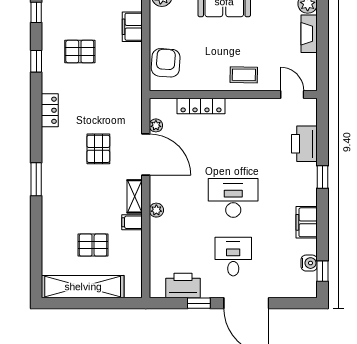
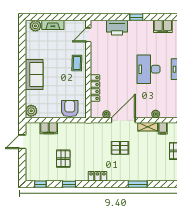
armchair: (166, 63) -> (70, 109), turned 86

